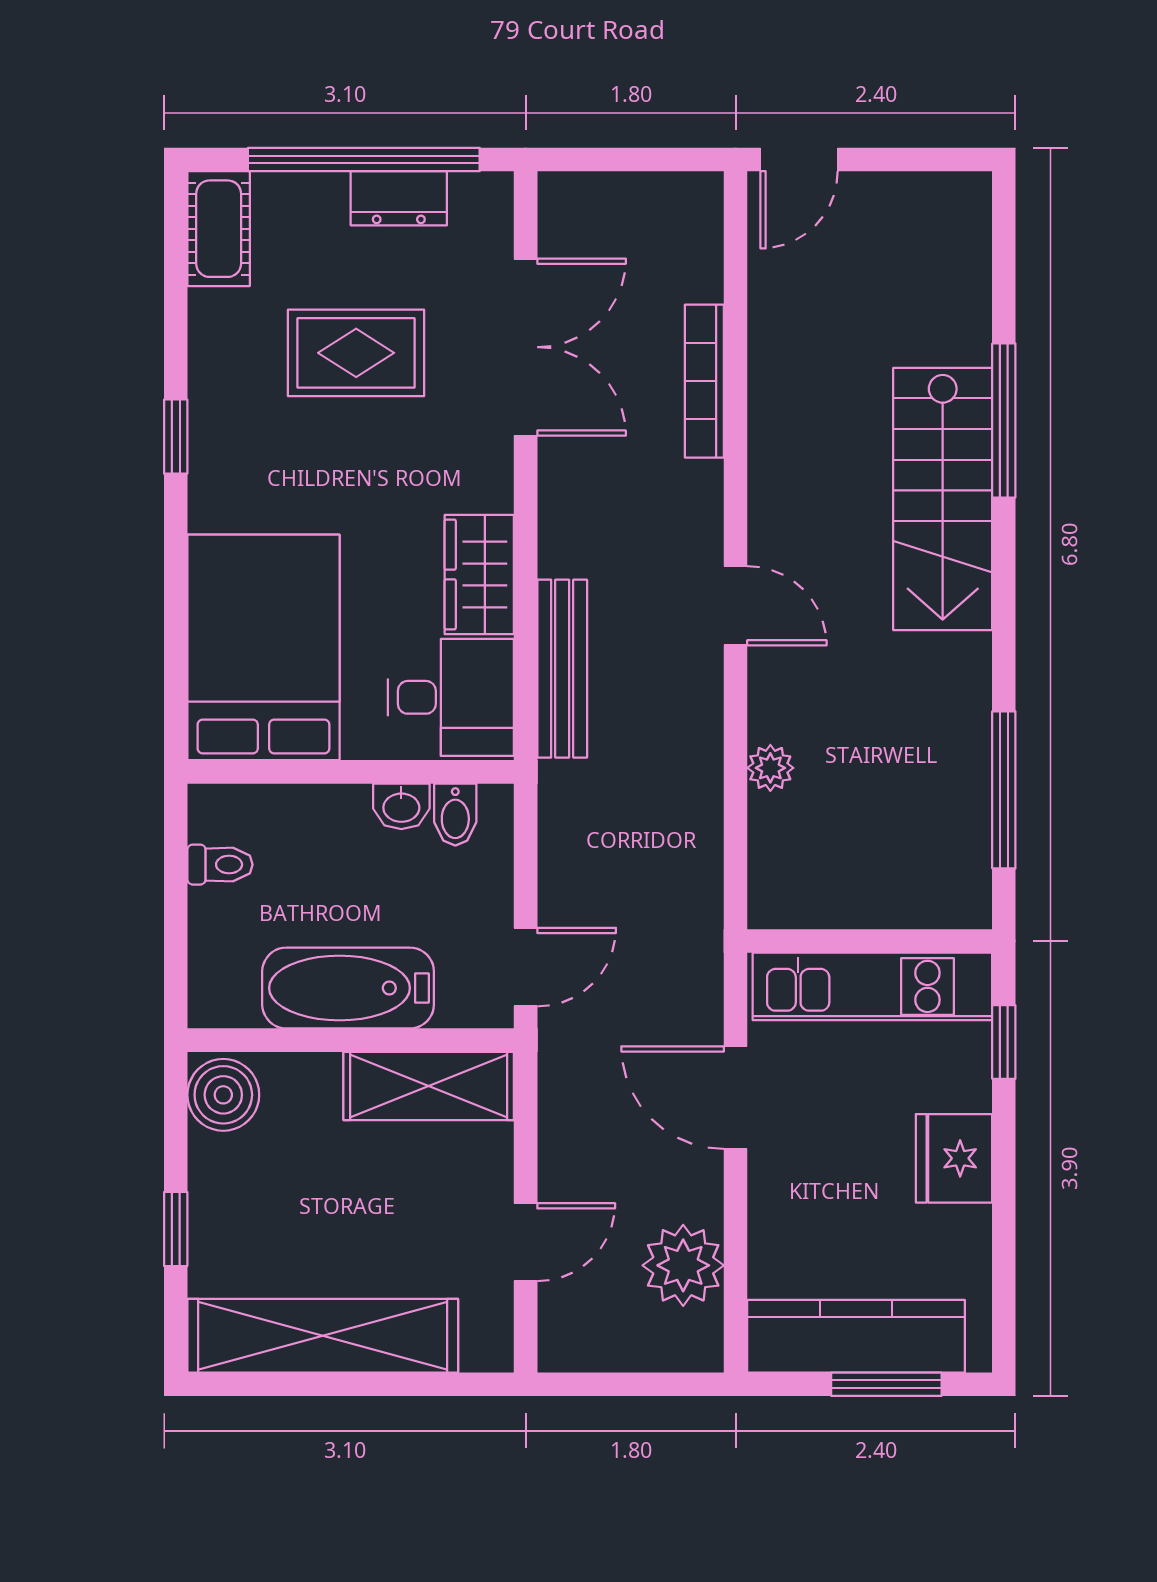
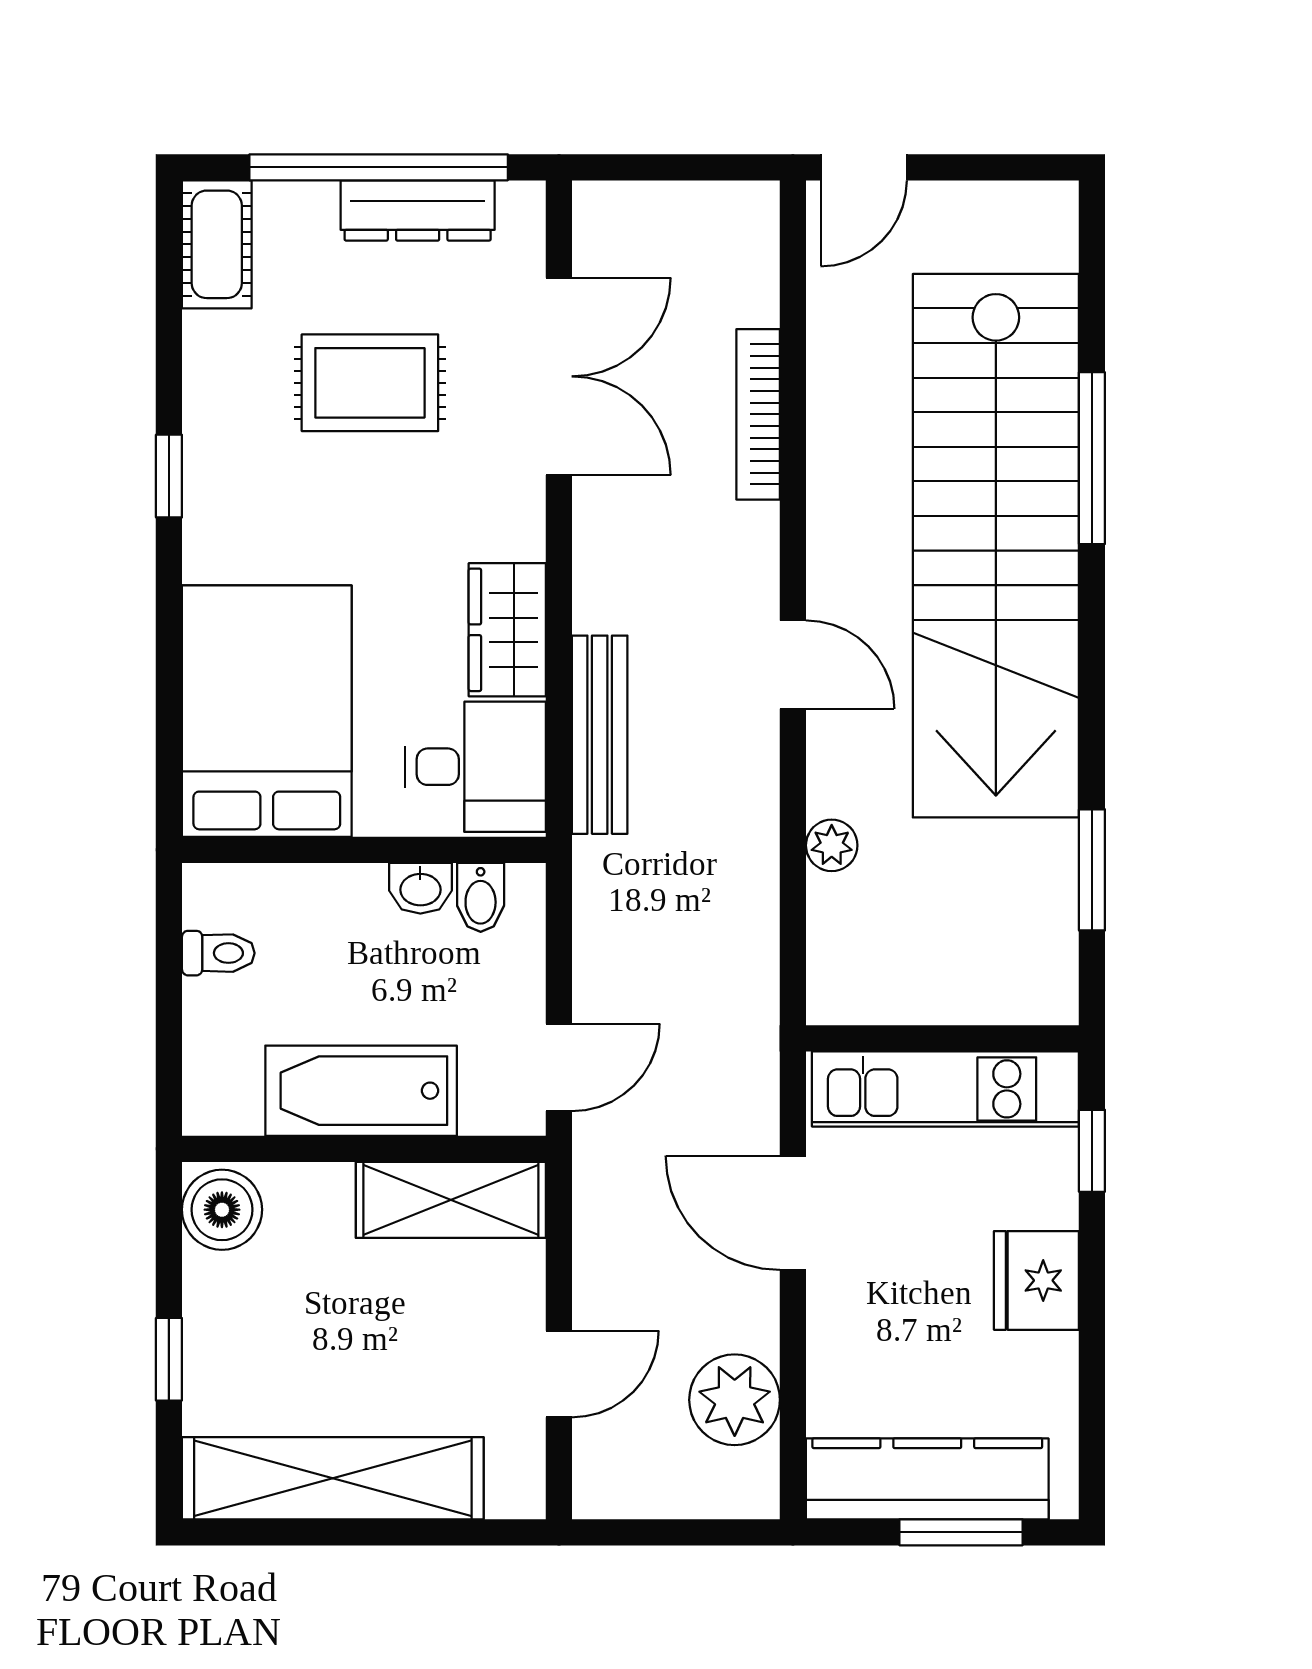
dresser: (399, 198) -> (418, 210), width x1.44
stairs: (943, 499) -> (996, 546), width x1.86, depth x1.51
window: (1004, 790) -> (1092, 870), width x0.69

